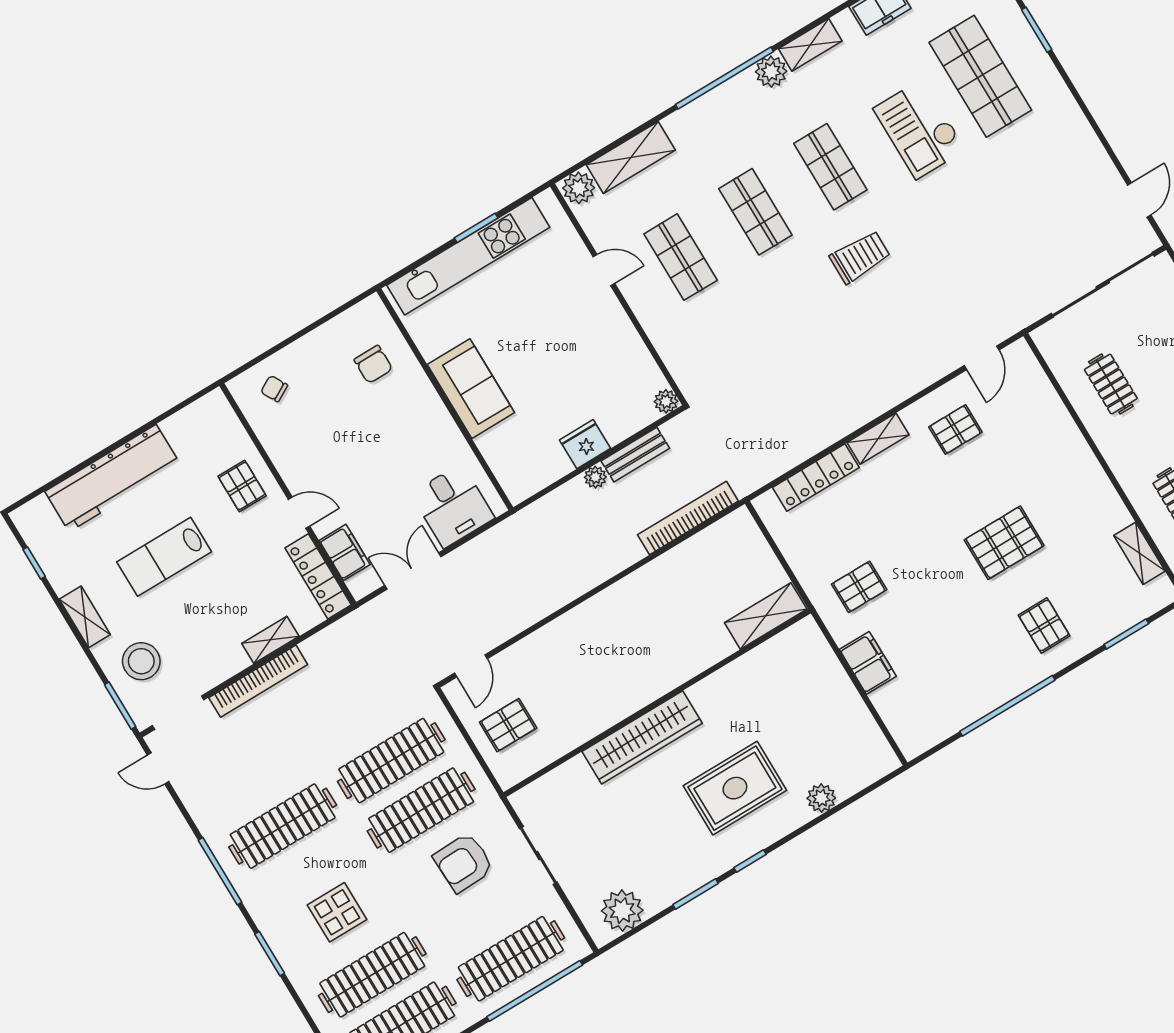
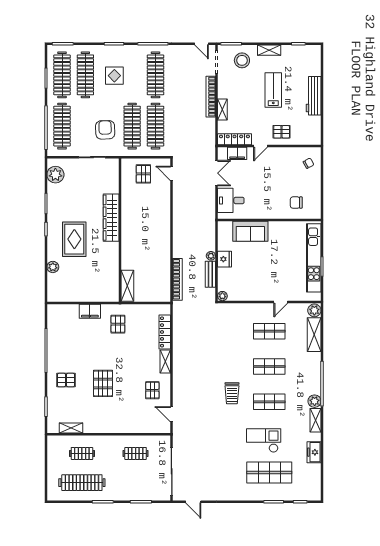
sofa: (471, 389) -> (250, 231), moved
workbench: (113, 478) -> (314, 96), width x0.73, depth x0.76
door: (158, 768) -> (201, 44), swing flipped

